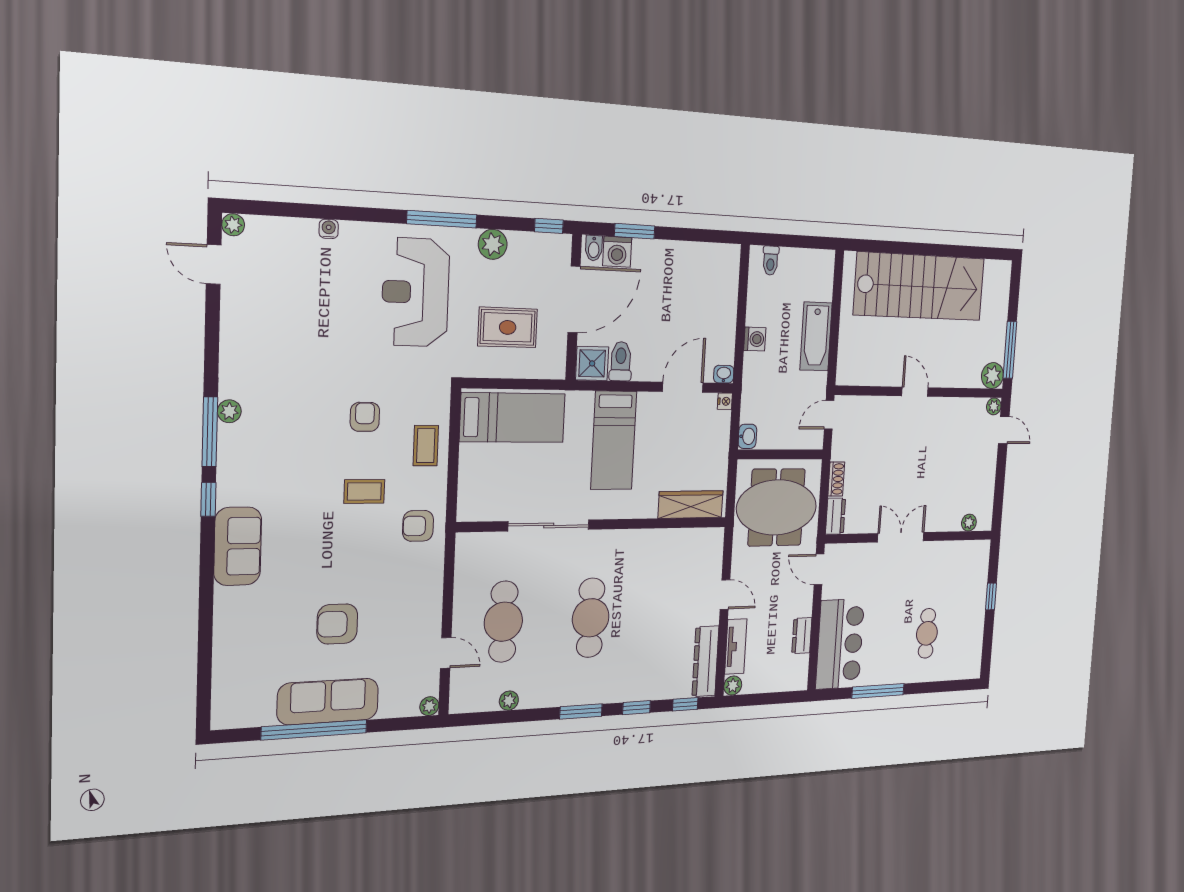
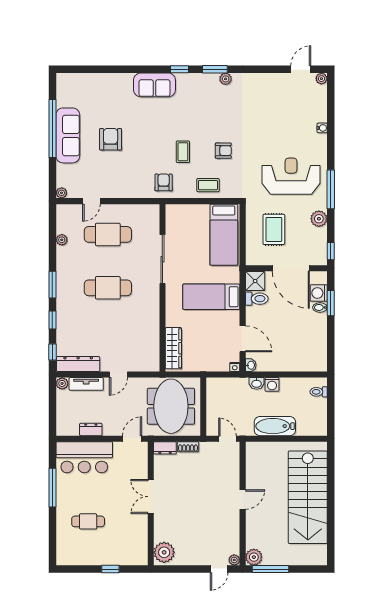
bidet: (594, 248) -> (320, 307), moved
window: (210, 432) -> (215, 69), width x0.69
washbasin: (747, 436) -> (257, 383), moved
plant: (969, 523) -> (164, 552), width x1.88, depth x1.88
double door: (901, 537) -> (151, 497), swing flipped

